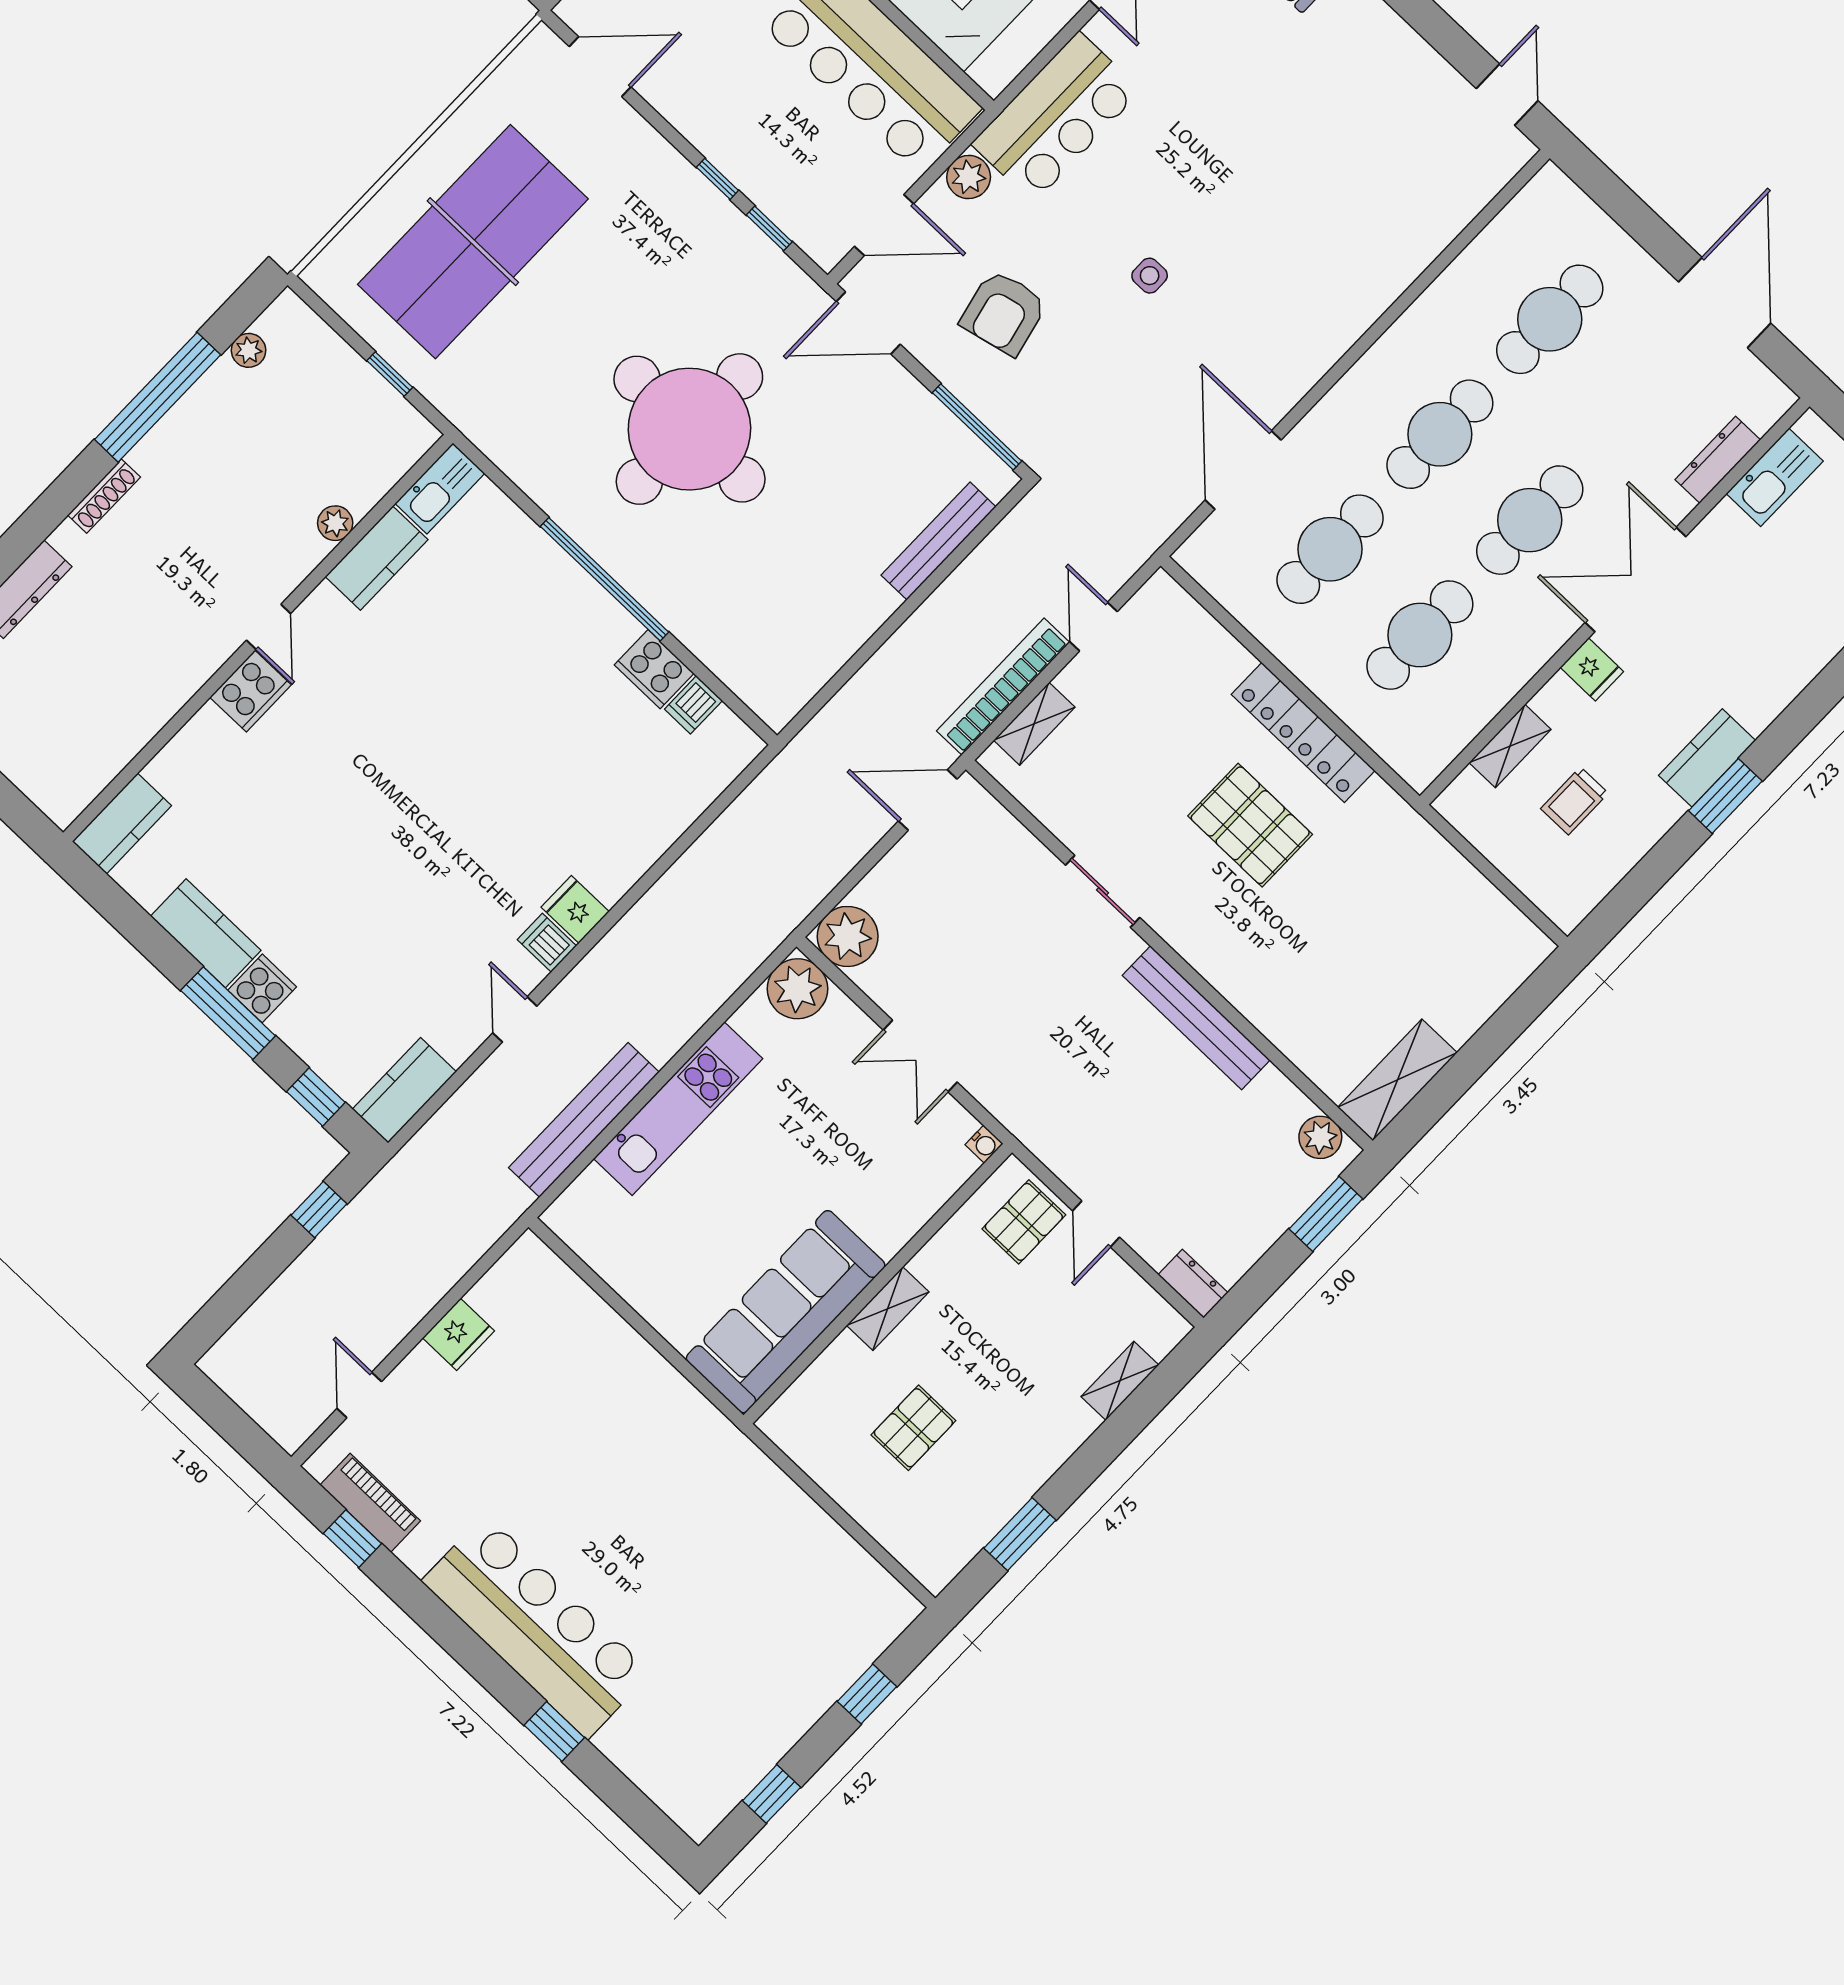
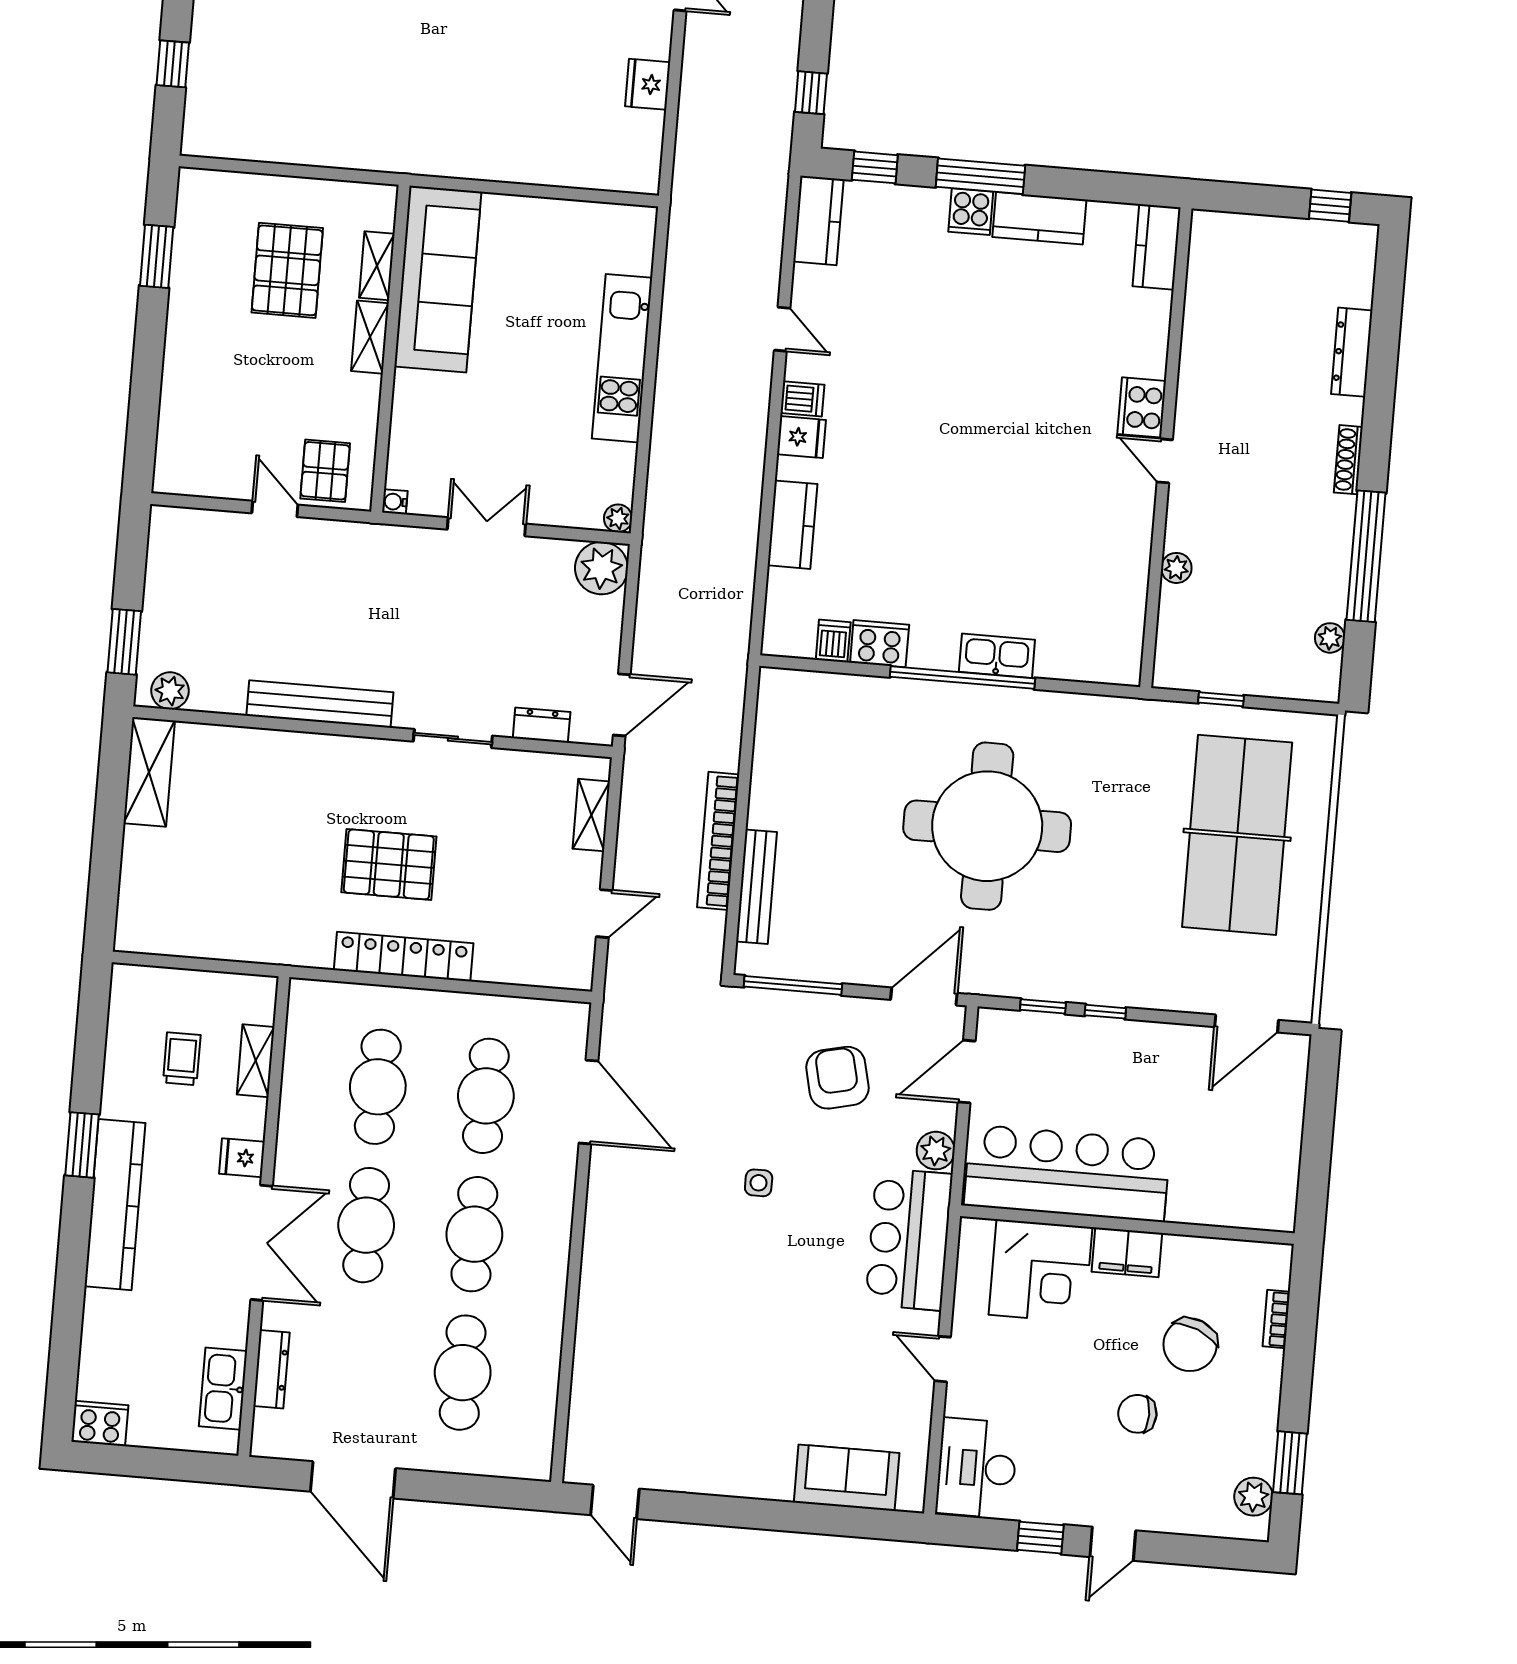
kitchen sink: (440, 488) -> (997, 656), moved, turned 90
kitchen counter: (377, 558) -> (793, 525), moved, turned 180
door: (1094, 627) -> (604, 914), hinge flipped
bookcase: (1003, 687) -> (718, 841), moved, turned 180
kitchen counter: (1707, 758) -> (115, 1205), width x2.08, depth x1.17
plant: (797, 989) -> (618, 518), width x0.53, depth x0.53
bench: (584, 1120) -> (680, 299), removed
dresser: (1193, 1284) -> (542, 725), moved, turned 180
shelving: (1120, 1381) -> (377, 266), moved
pallet: (913, 1428) -> (287, 270), width x1.50, depth x1.42

